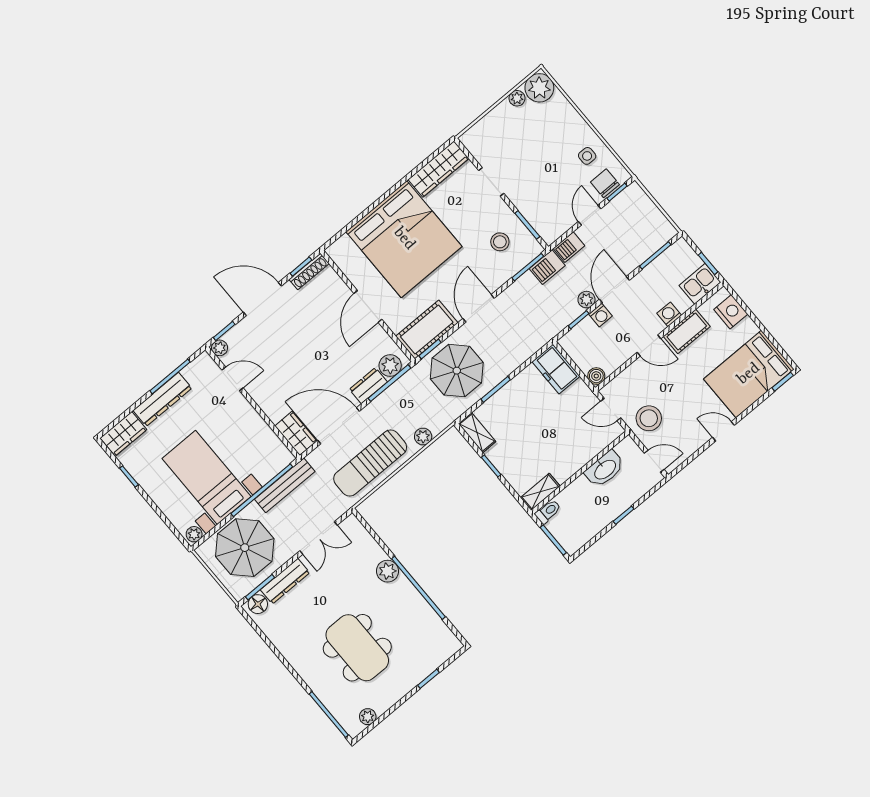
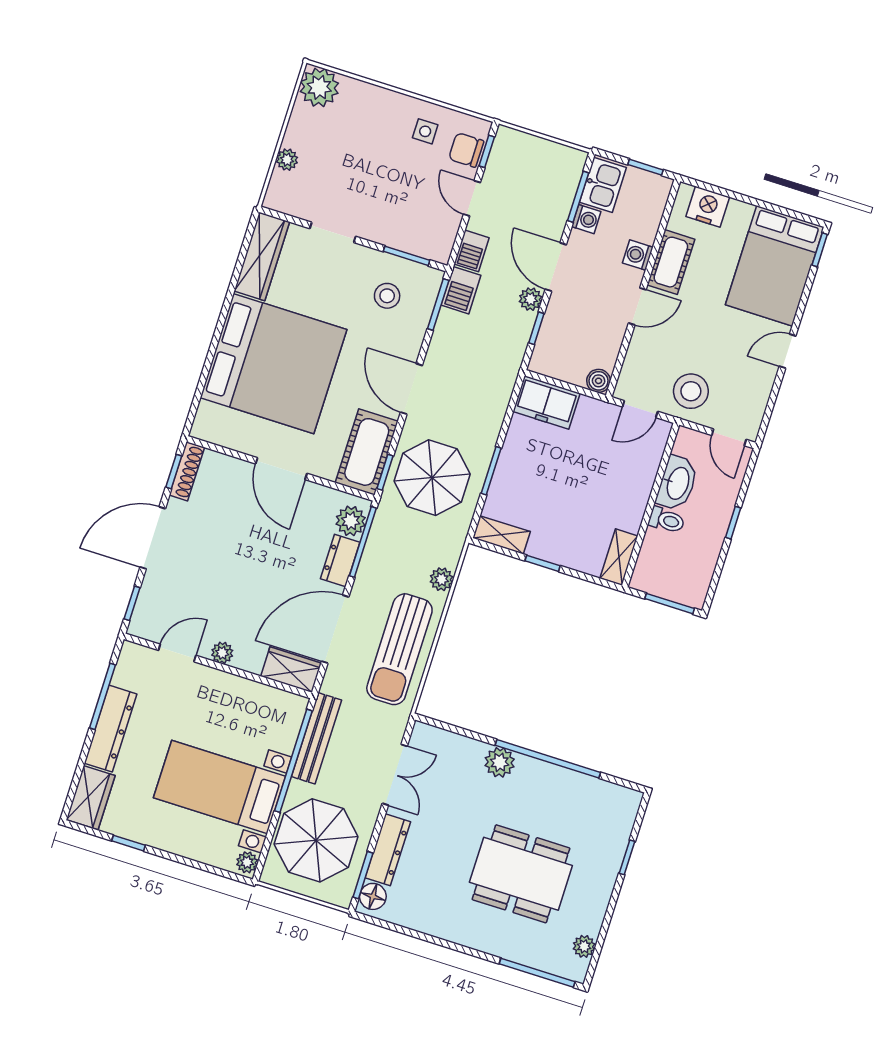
plant: (517, 98) -> (287, 160), moved
kitchen sink: (700, 284) -> (603, 185), moved, turned 180
washing machine: (600, 315) -> (586, 219), moved
plant: (220, 348) -> (222, 653), moved
door: (654, 461) -> (729, 437), swing flipped
toilet: (548, 512) -> (667, 520), moved, turned 90

